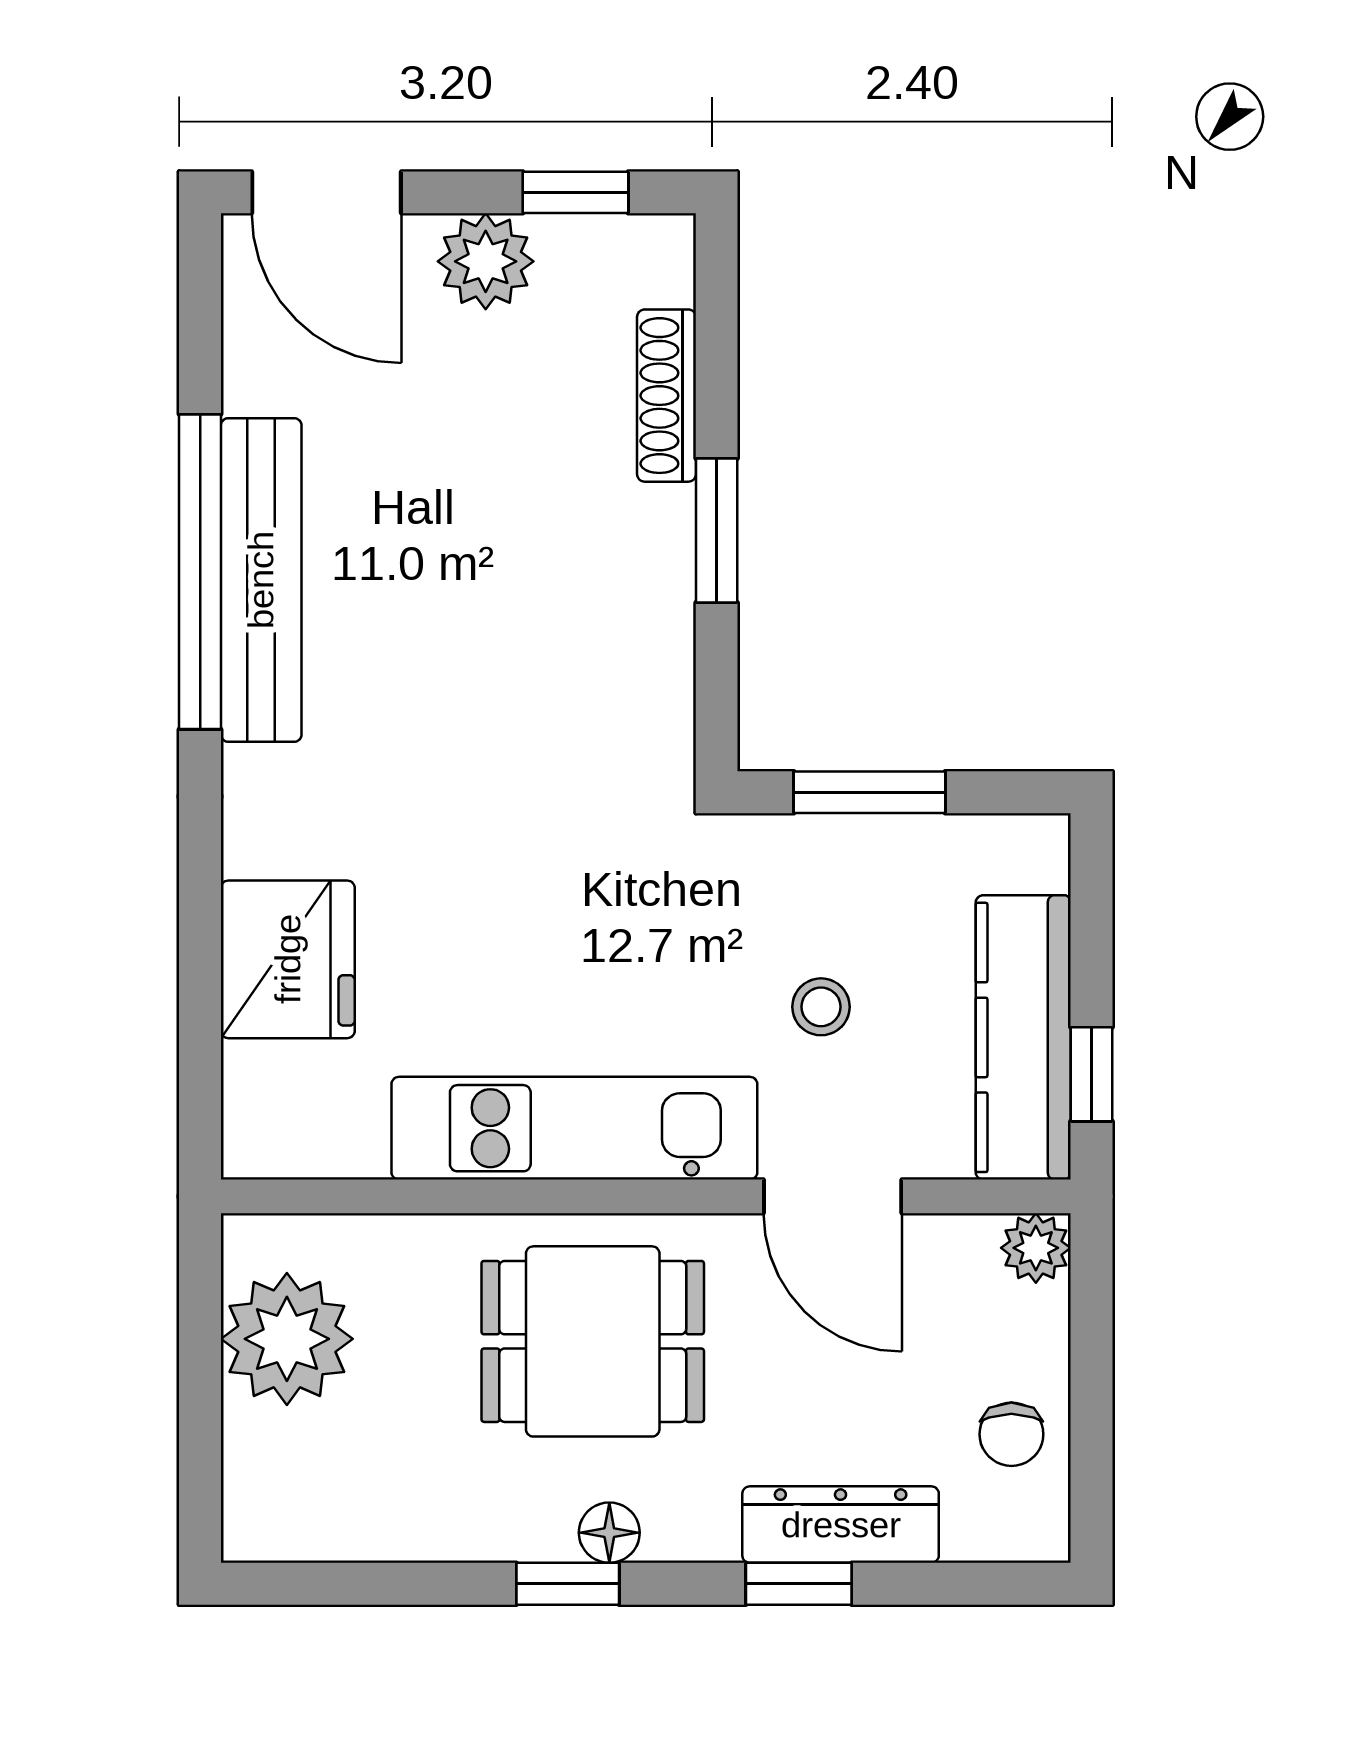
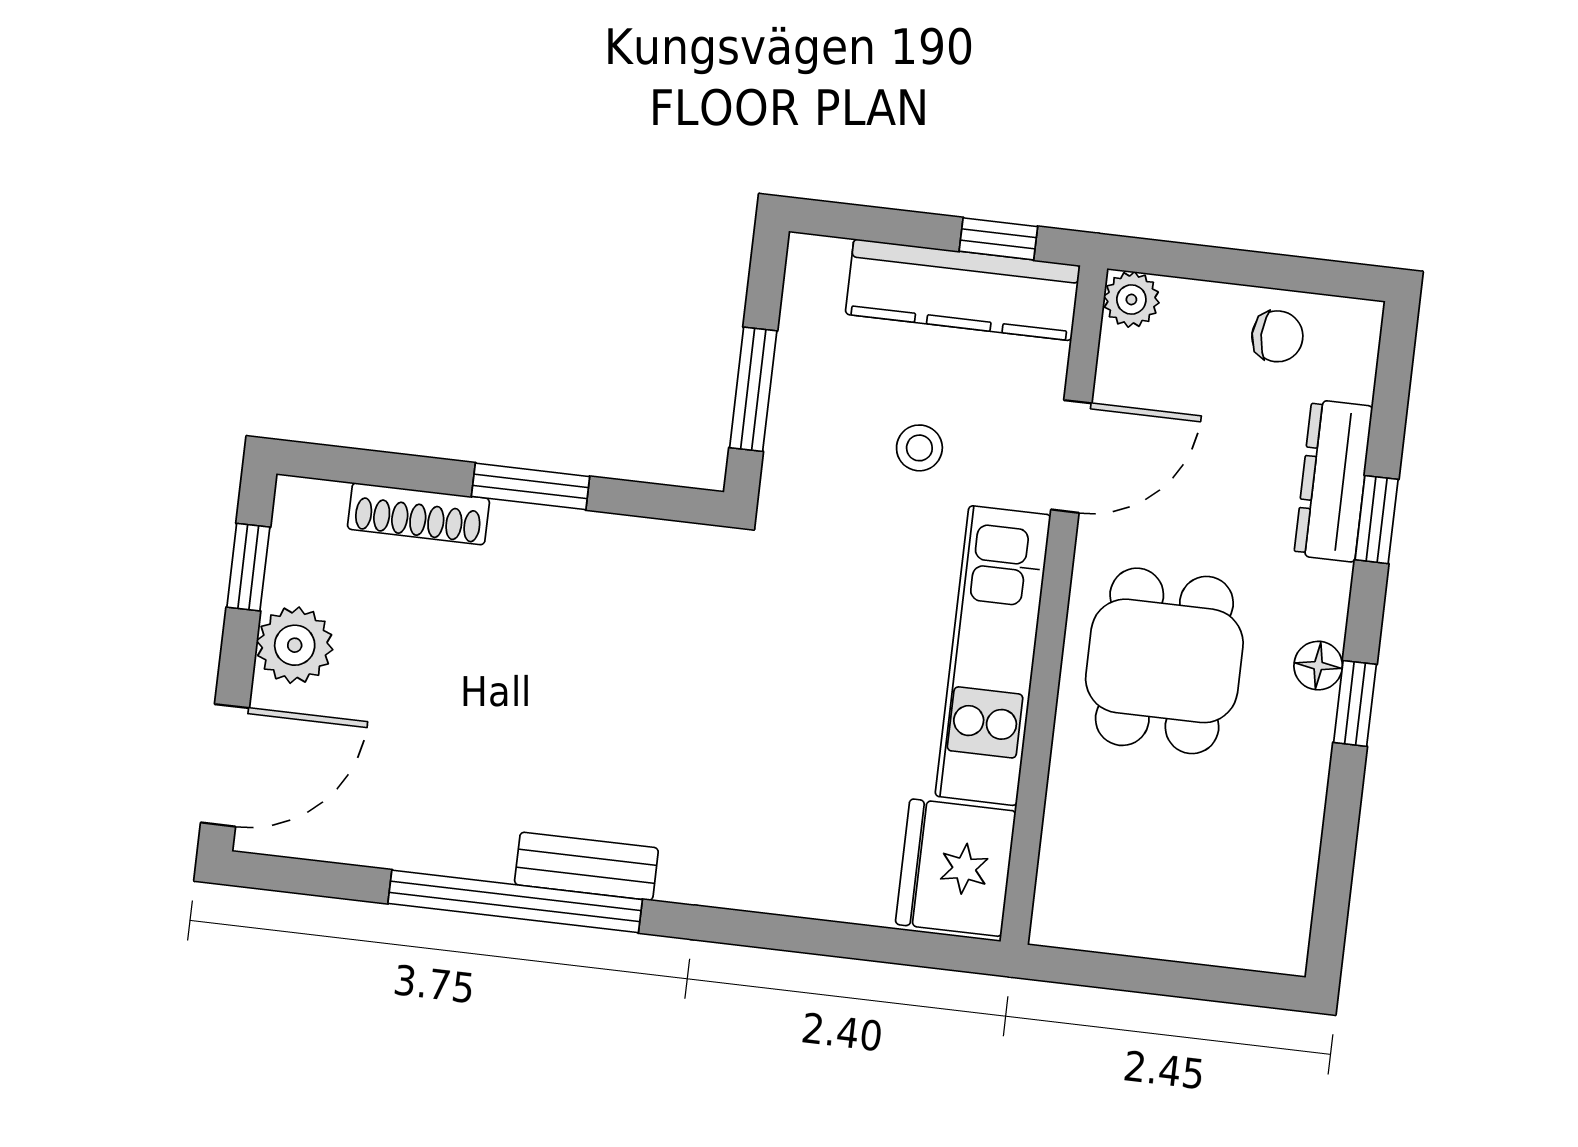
bench: (261, 580) -> (586, 866), width x0.54, depth x0.82
fridge: (288, 959) -> (956, 868), moved, turned -90
plant: (287, 1339) -> (1134, 904), removed

